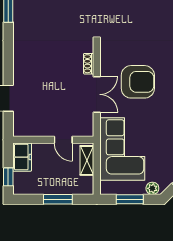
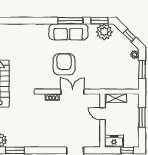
door: (63, 140) -> (103, 114), swing flipped
corner sofa: (122, 149) -> (109, 75), removed

